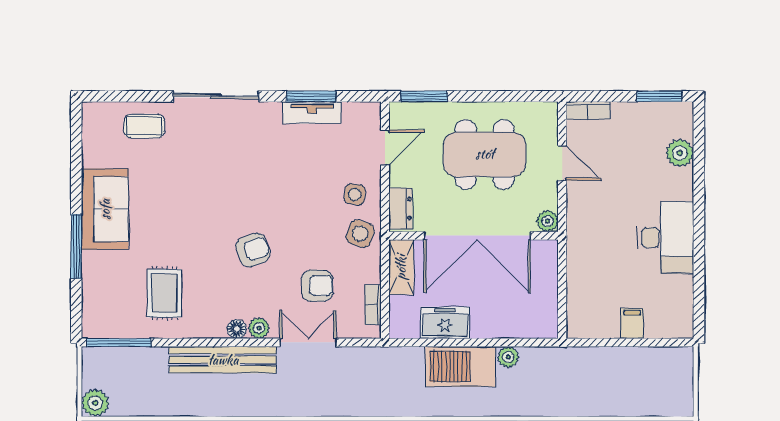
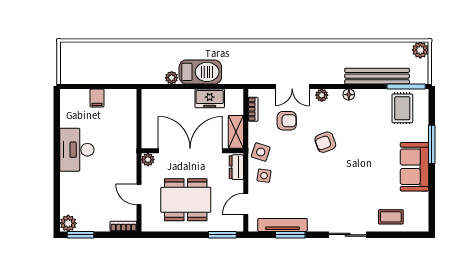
sliding door: (216, 96) -> (348, 235), width x0.73
tv unit: (312, 113) -> (283, 225), width x1.41
plant: (680, 153) -> (68, 223), moved
armchair: (317, 286) -> (287, 121), turned 180
rug: (164, 293) -> (402, 108), moved
floor lamp: (237, 329) -> (349, 95), moved
bench: (223, 360) -> (377, 76), moved

